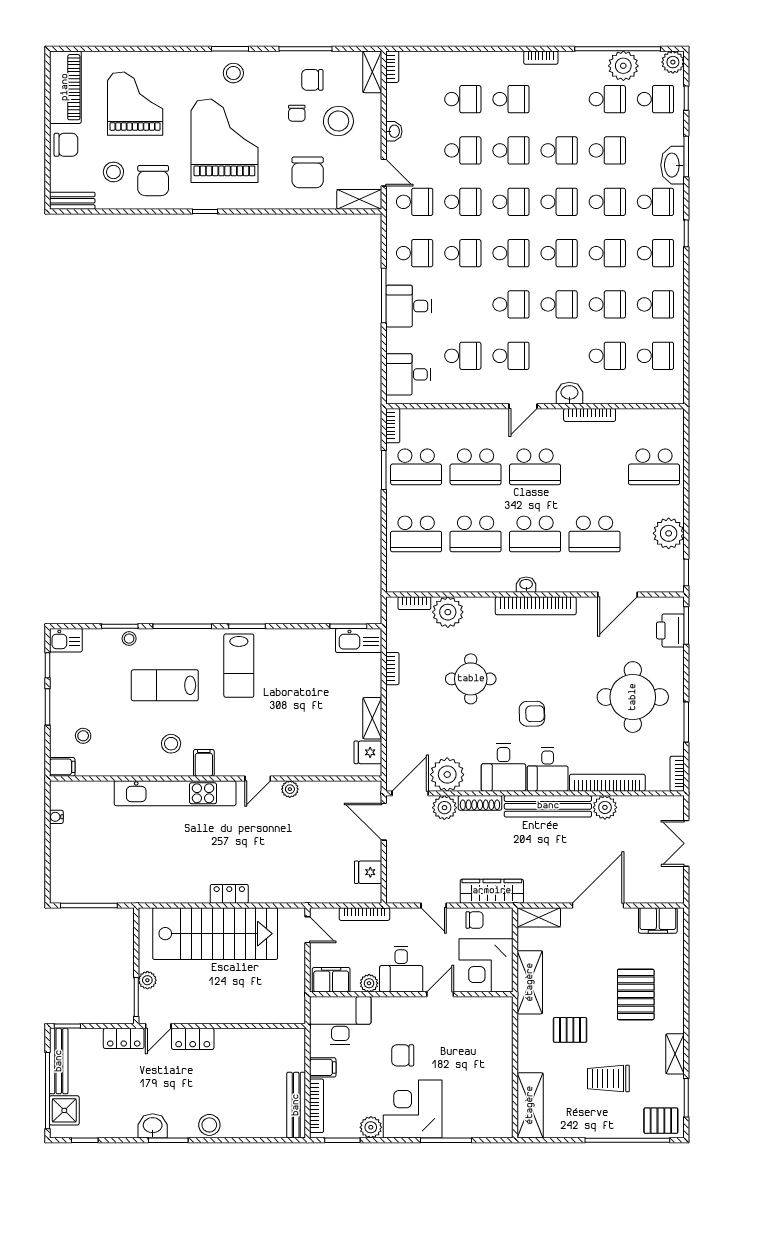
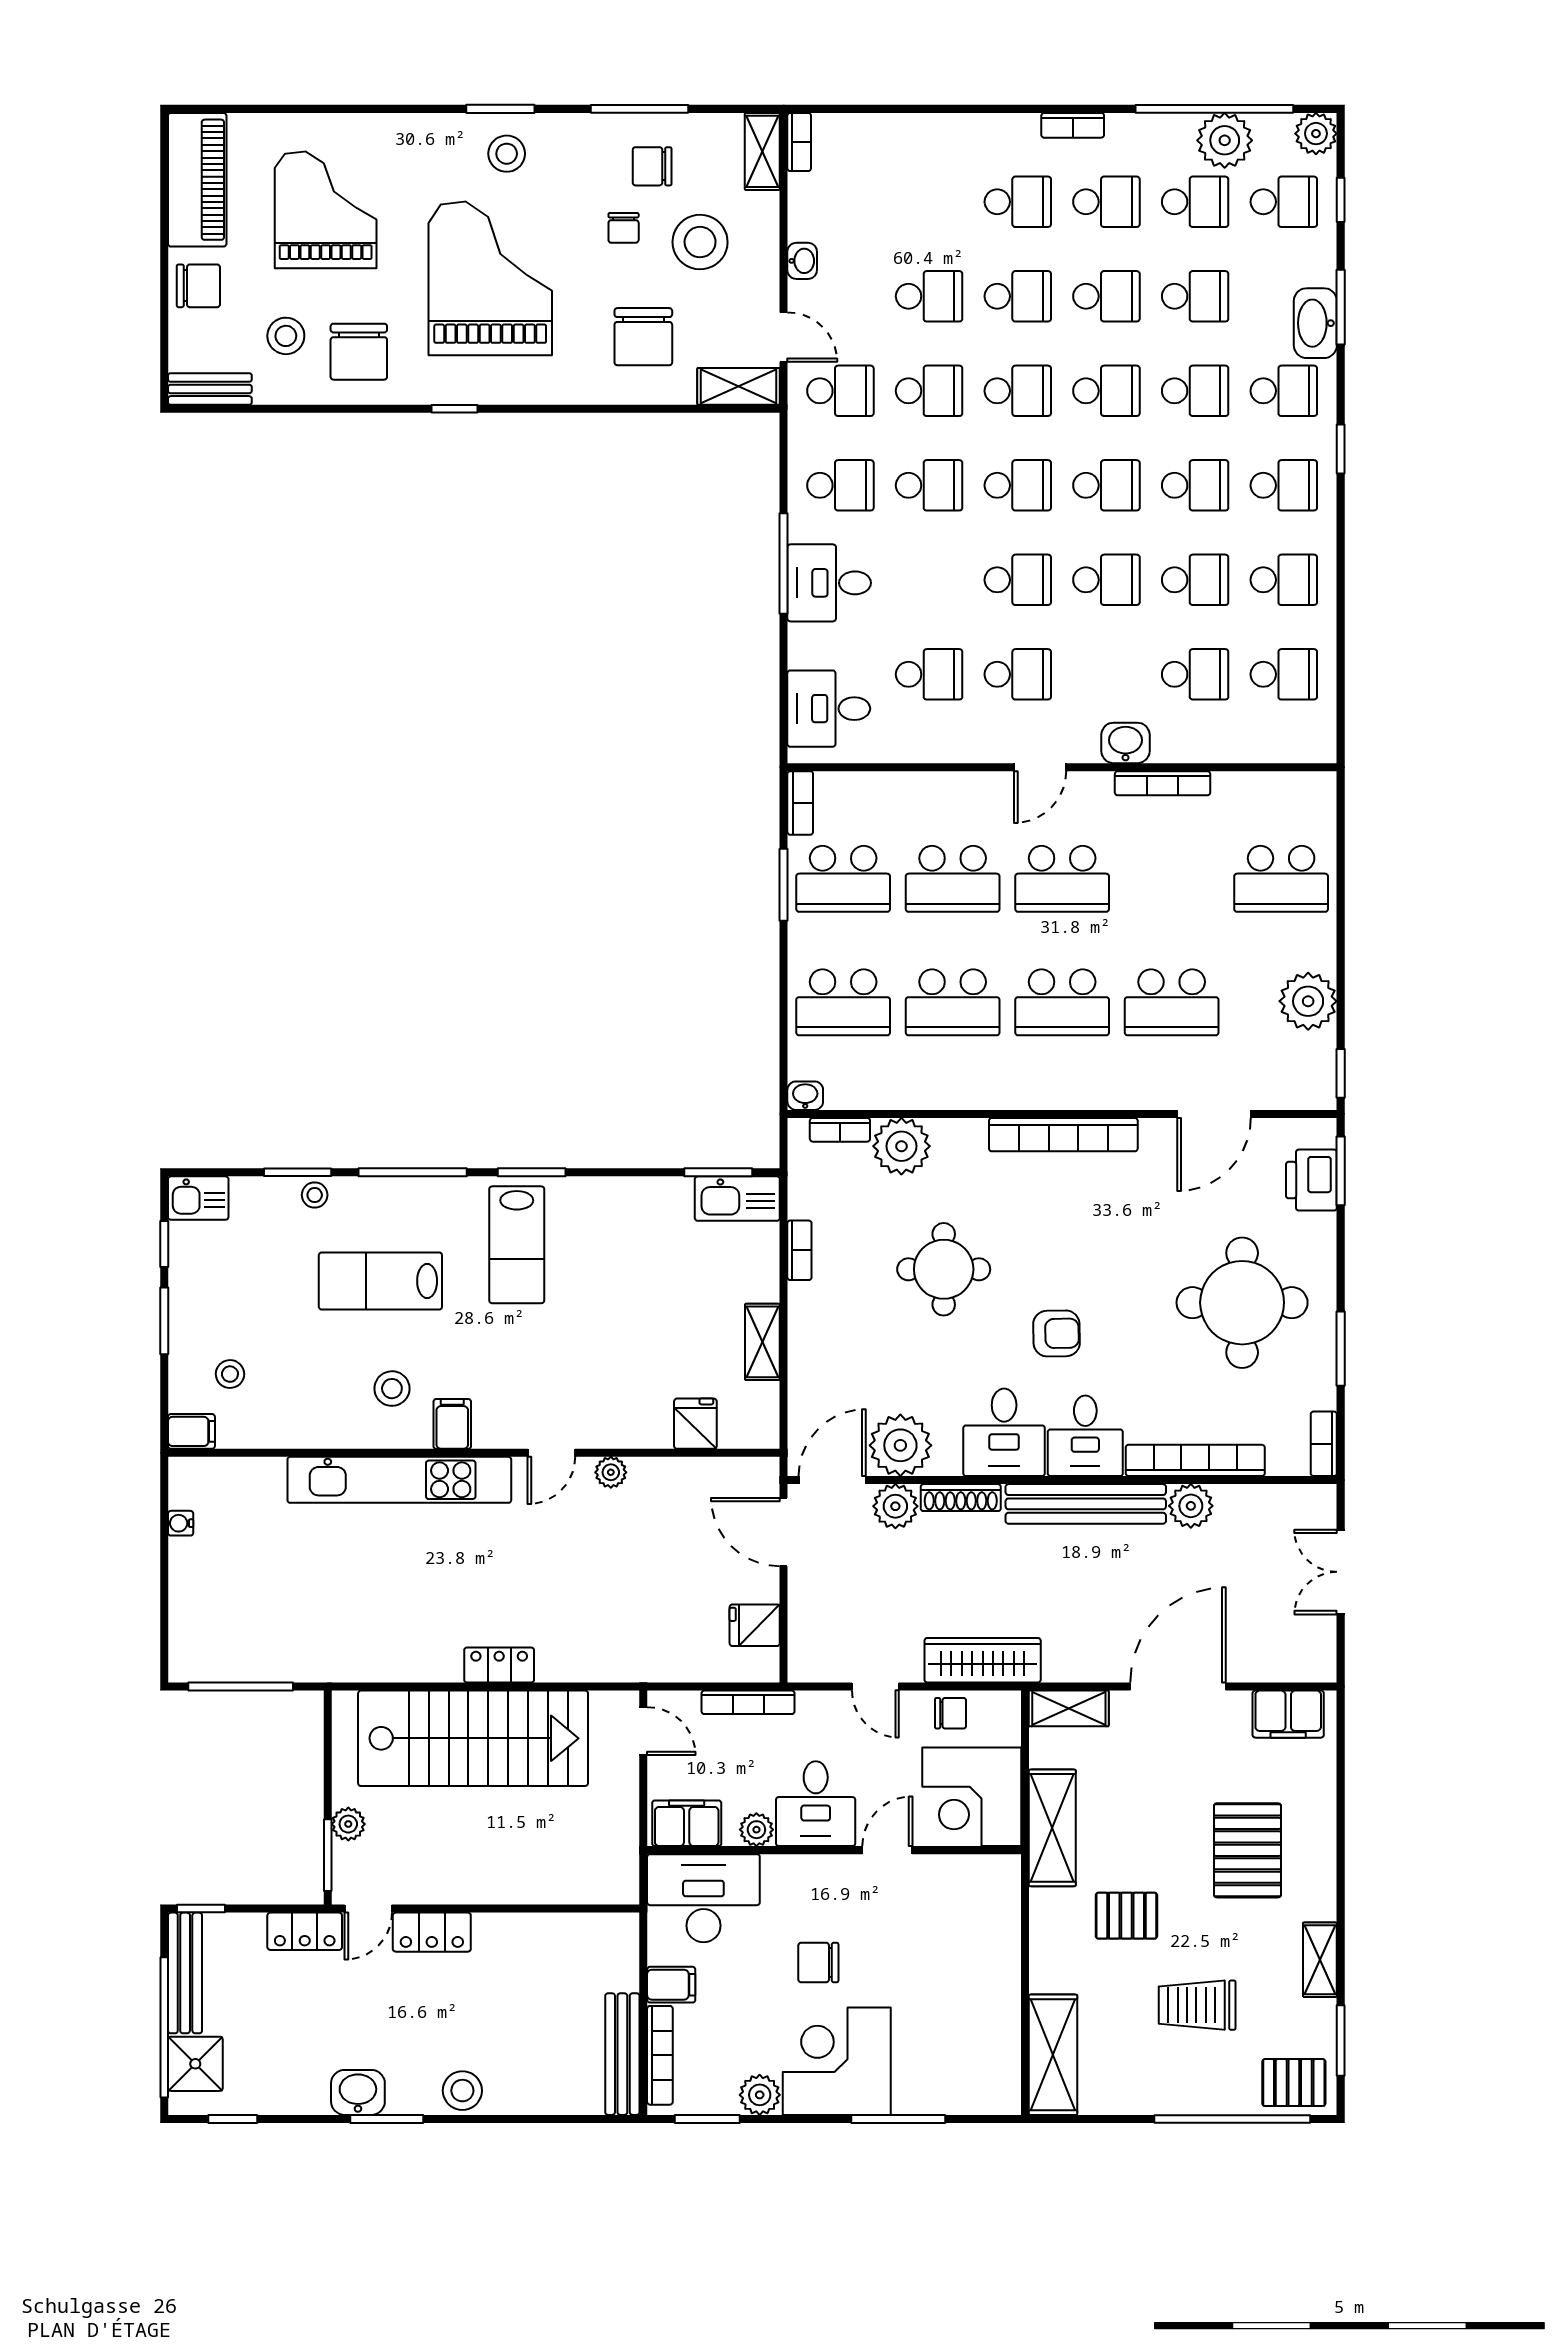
school desk: (463, 99) -> (1106, 202), moved
washbasin: (526, 585) -> (805, 1096), moved
fridge: (368, 752) -> (695, 1424), moved, turned 90

